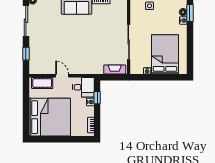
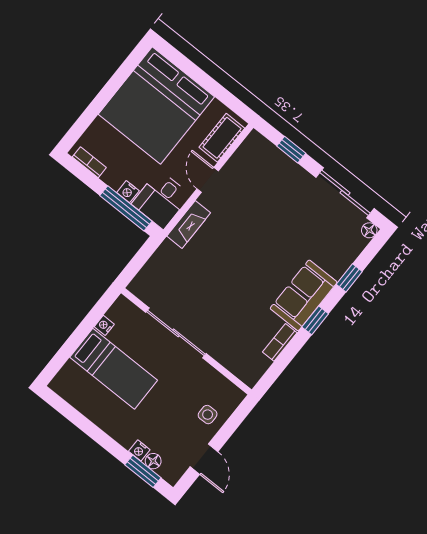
bed: (165, 54) -> (114, 369), width x0.67
fireplace: (115, 70) -> (189, 224), moved
door: (62, 76) -> (208, 180), swing flipped
window: (97, 98) -> (126, 208), width x2.17

